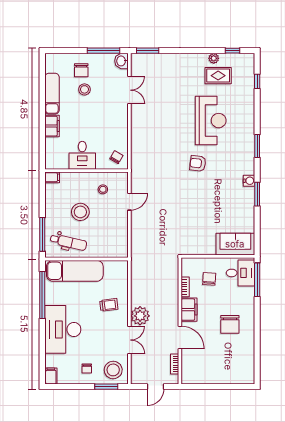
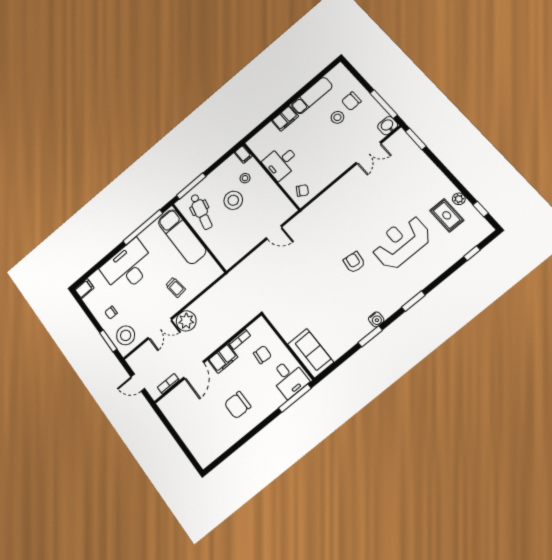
reception desk: (211, 121) -> (401, 242), turned 180
stool: (103, 189) -> (245, 178), moved

